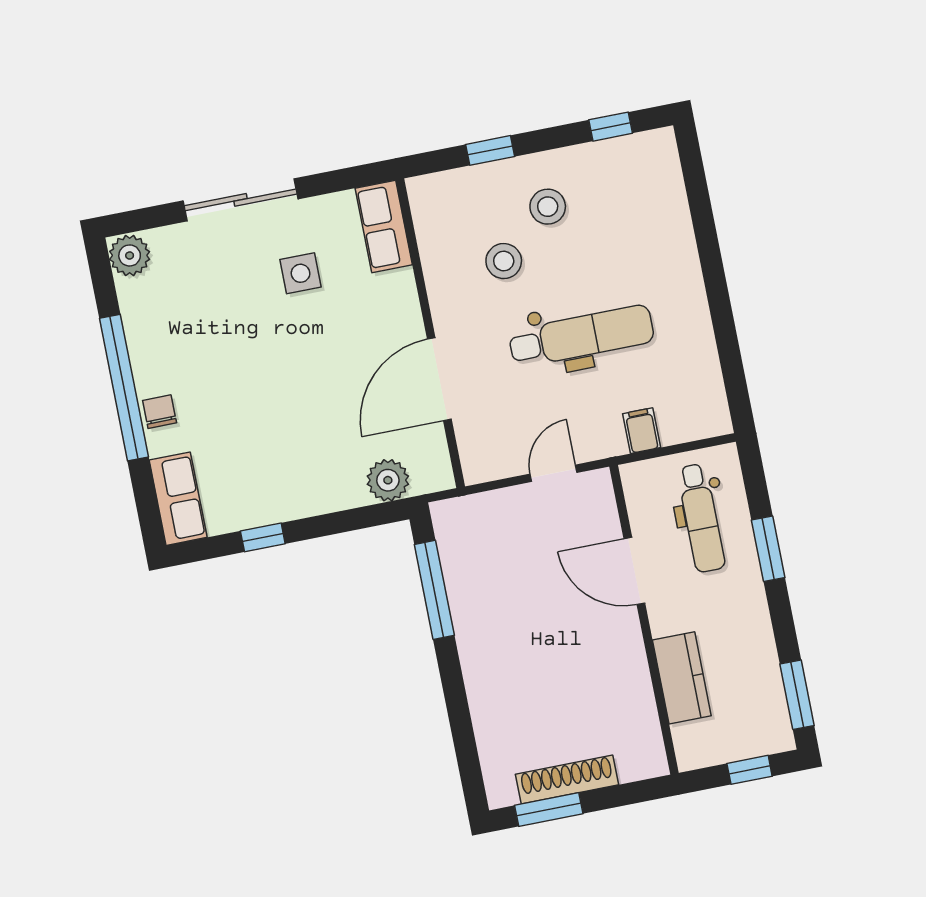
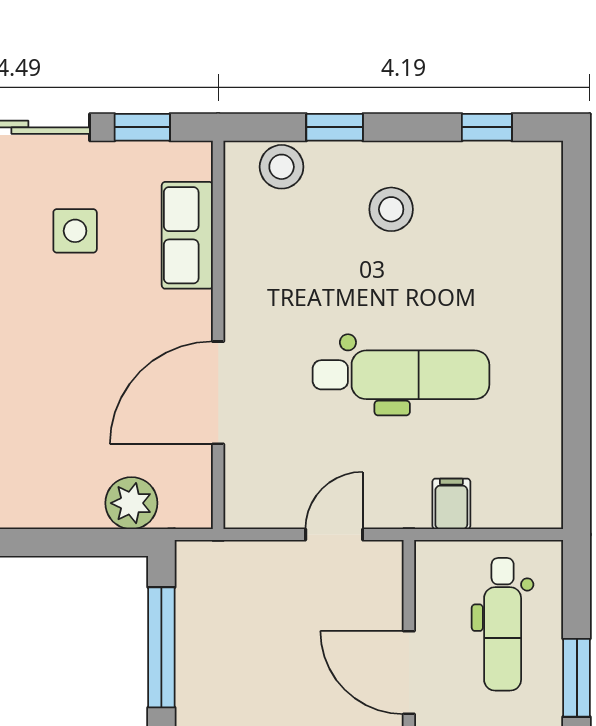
window: (338, 181) -> (142, 127), added
row of seats: (384, 226) -> (187, 235), moved
stool: (504, 261) -> (282, 167), moved

